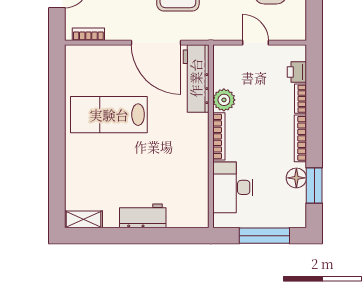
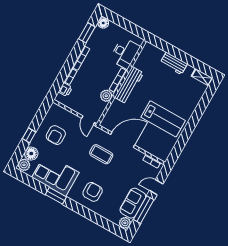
door: (156, 43) -> (123, 140), hinge flipped
door: (256, 43) -> (88, 120), moved
workbench: (196, 78) -> (129, 85), moved
floor lamp: (296, 178) -> (103, 23), moved
window: (264, 236) -> (123, 23), removed

